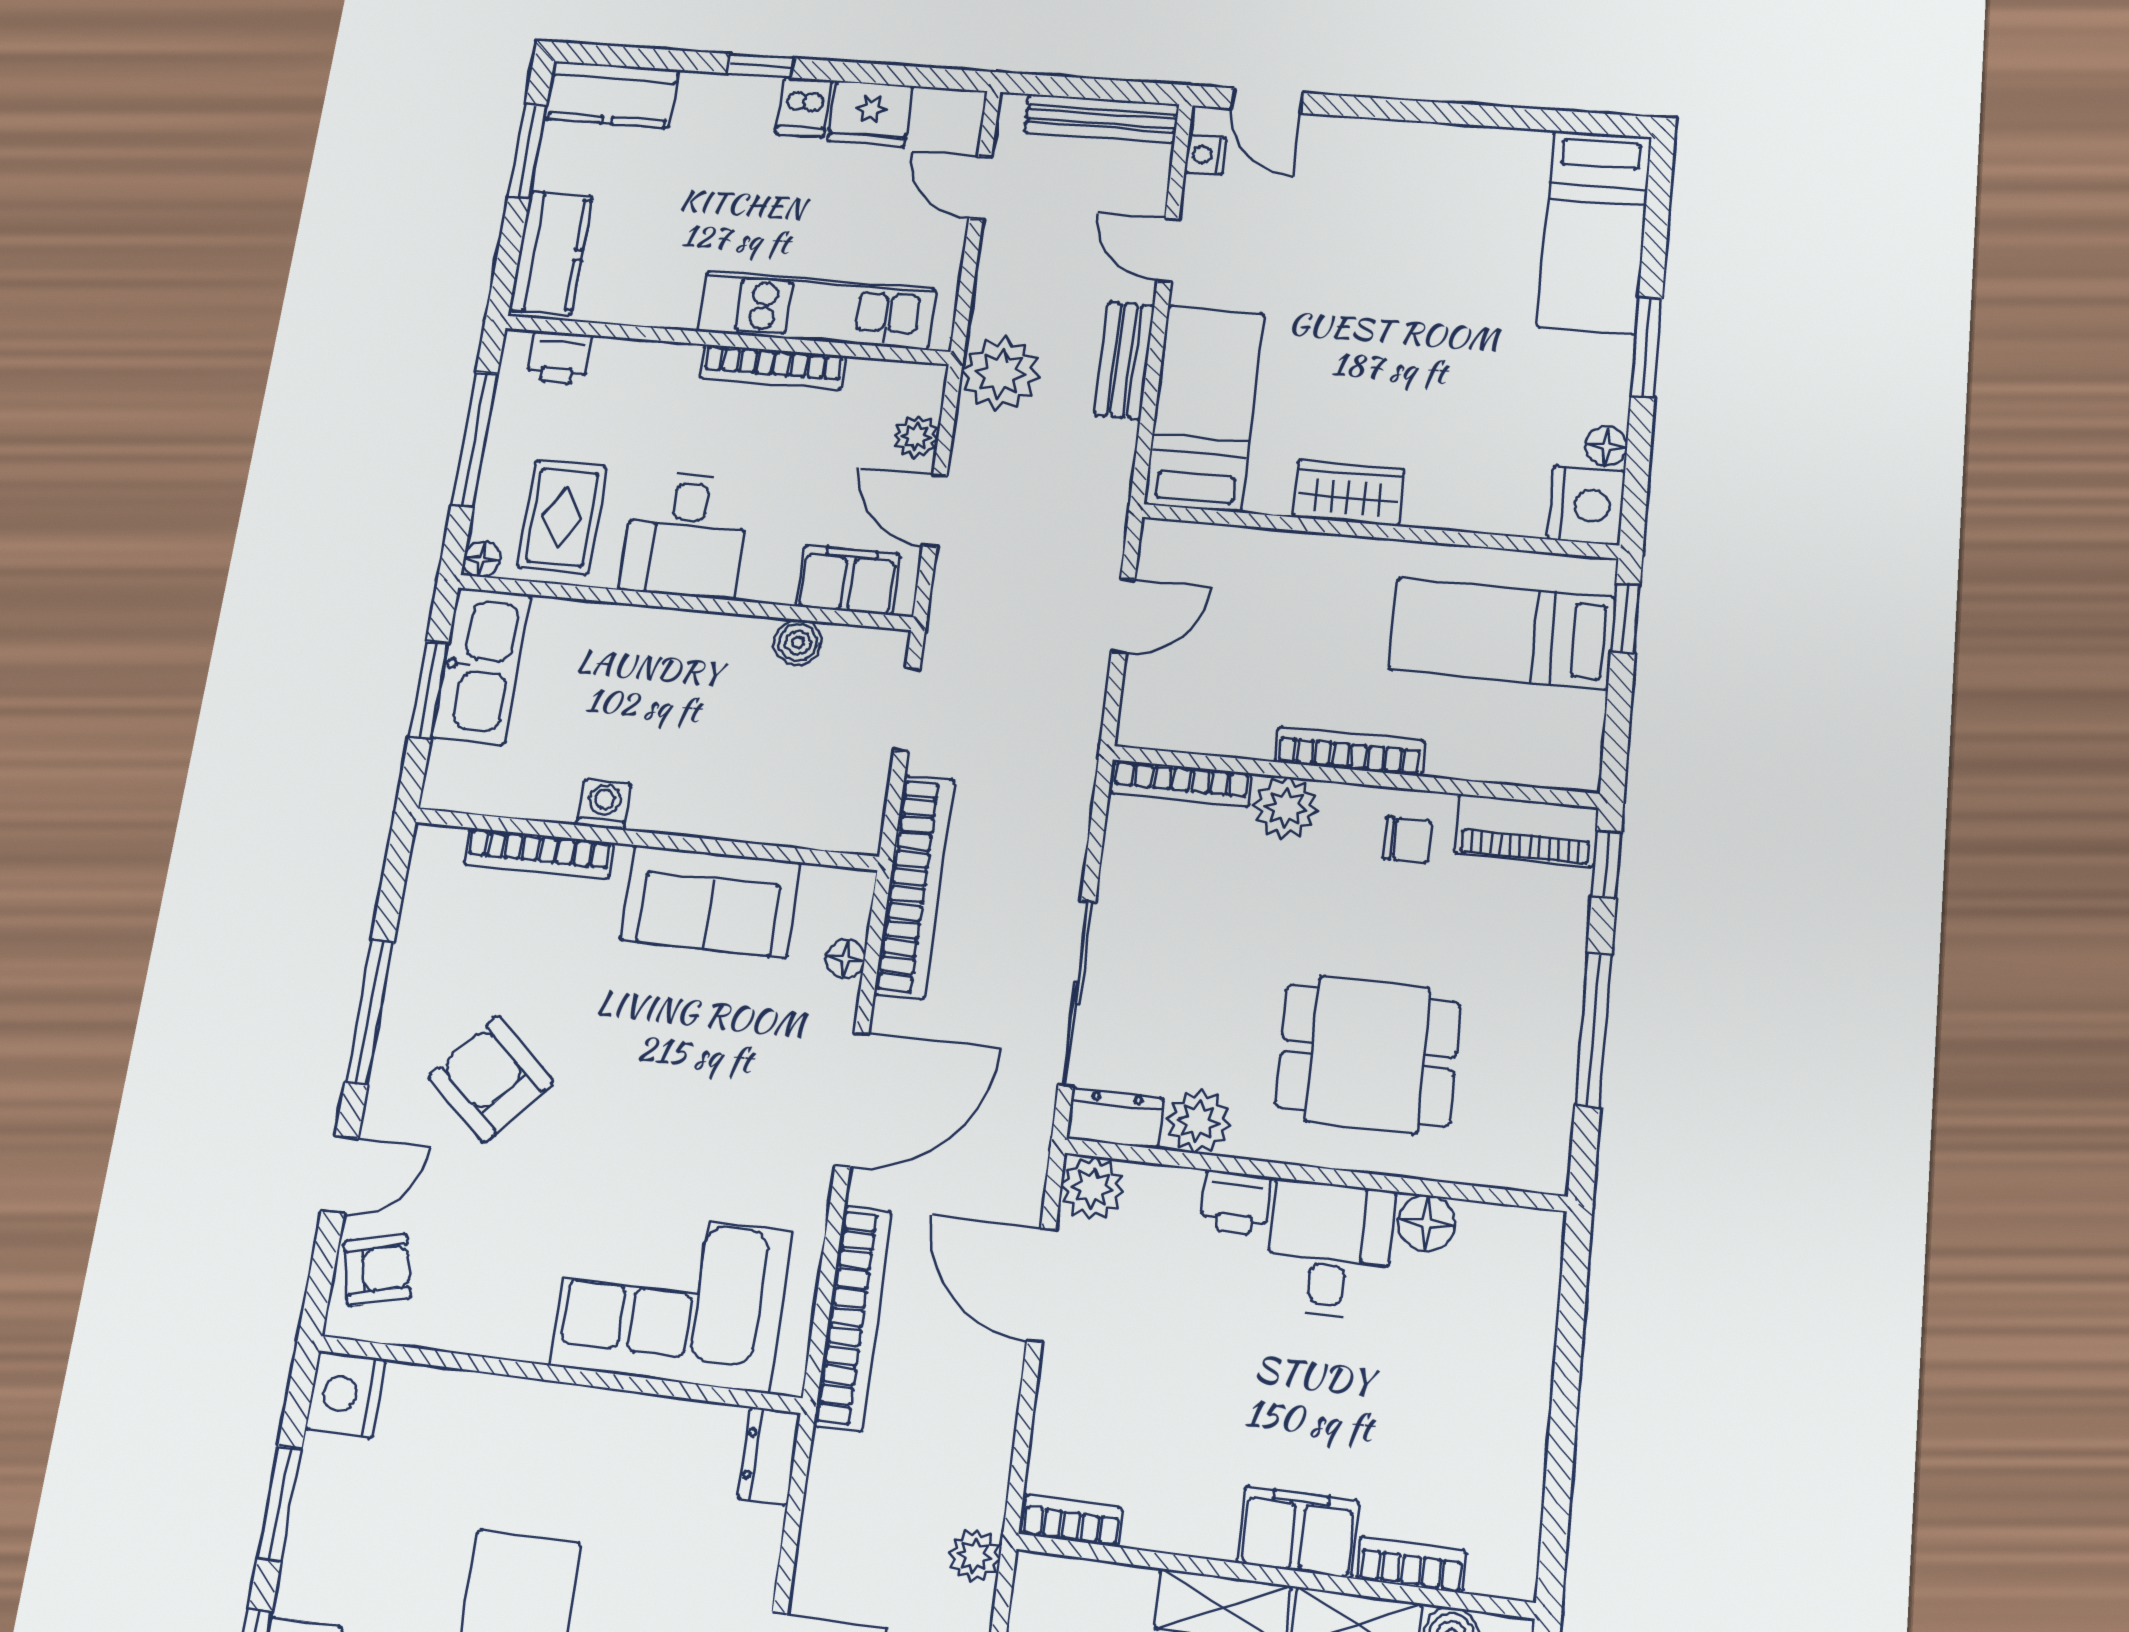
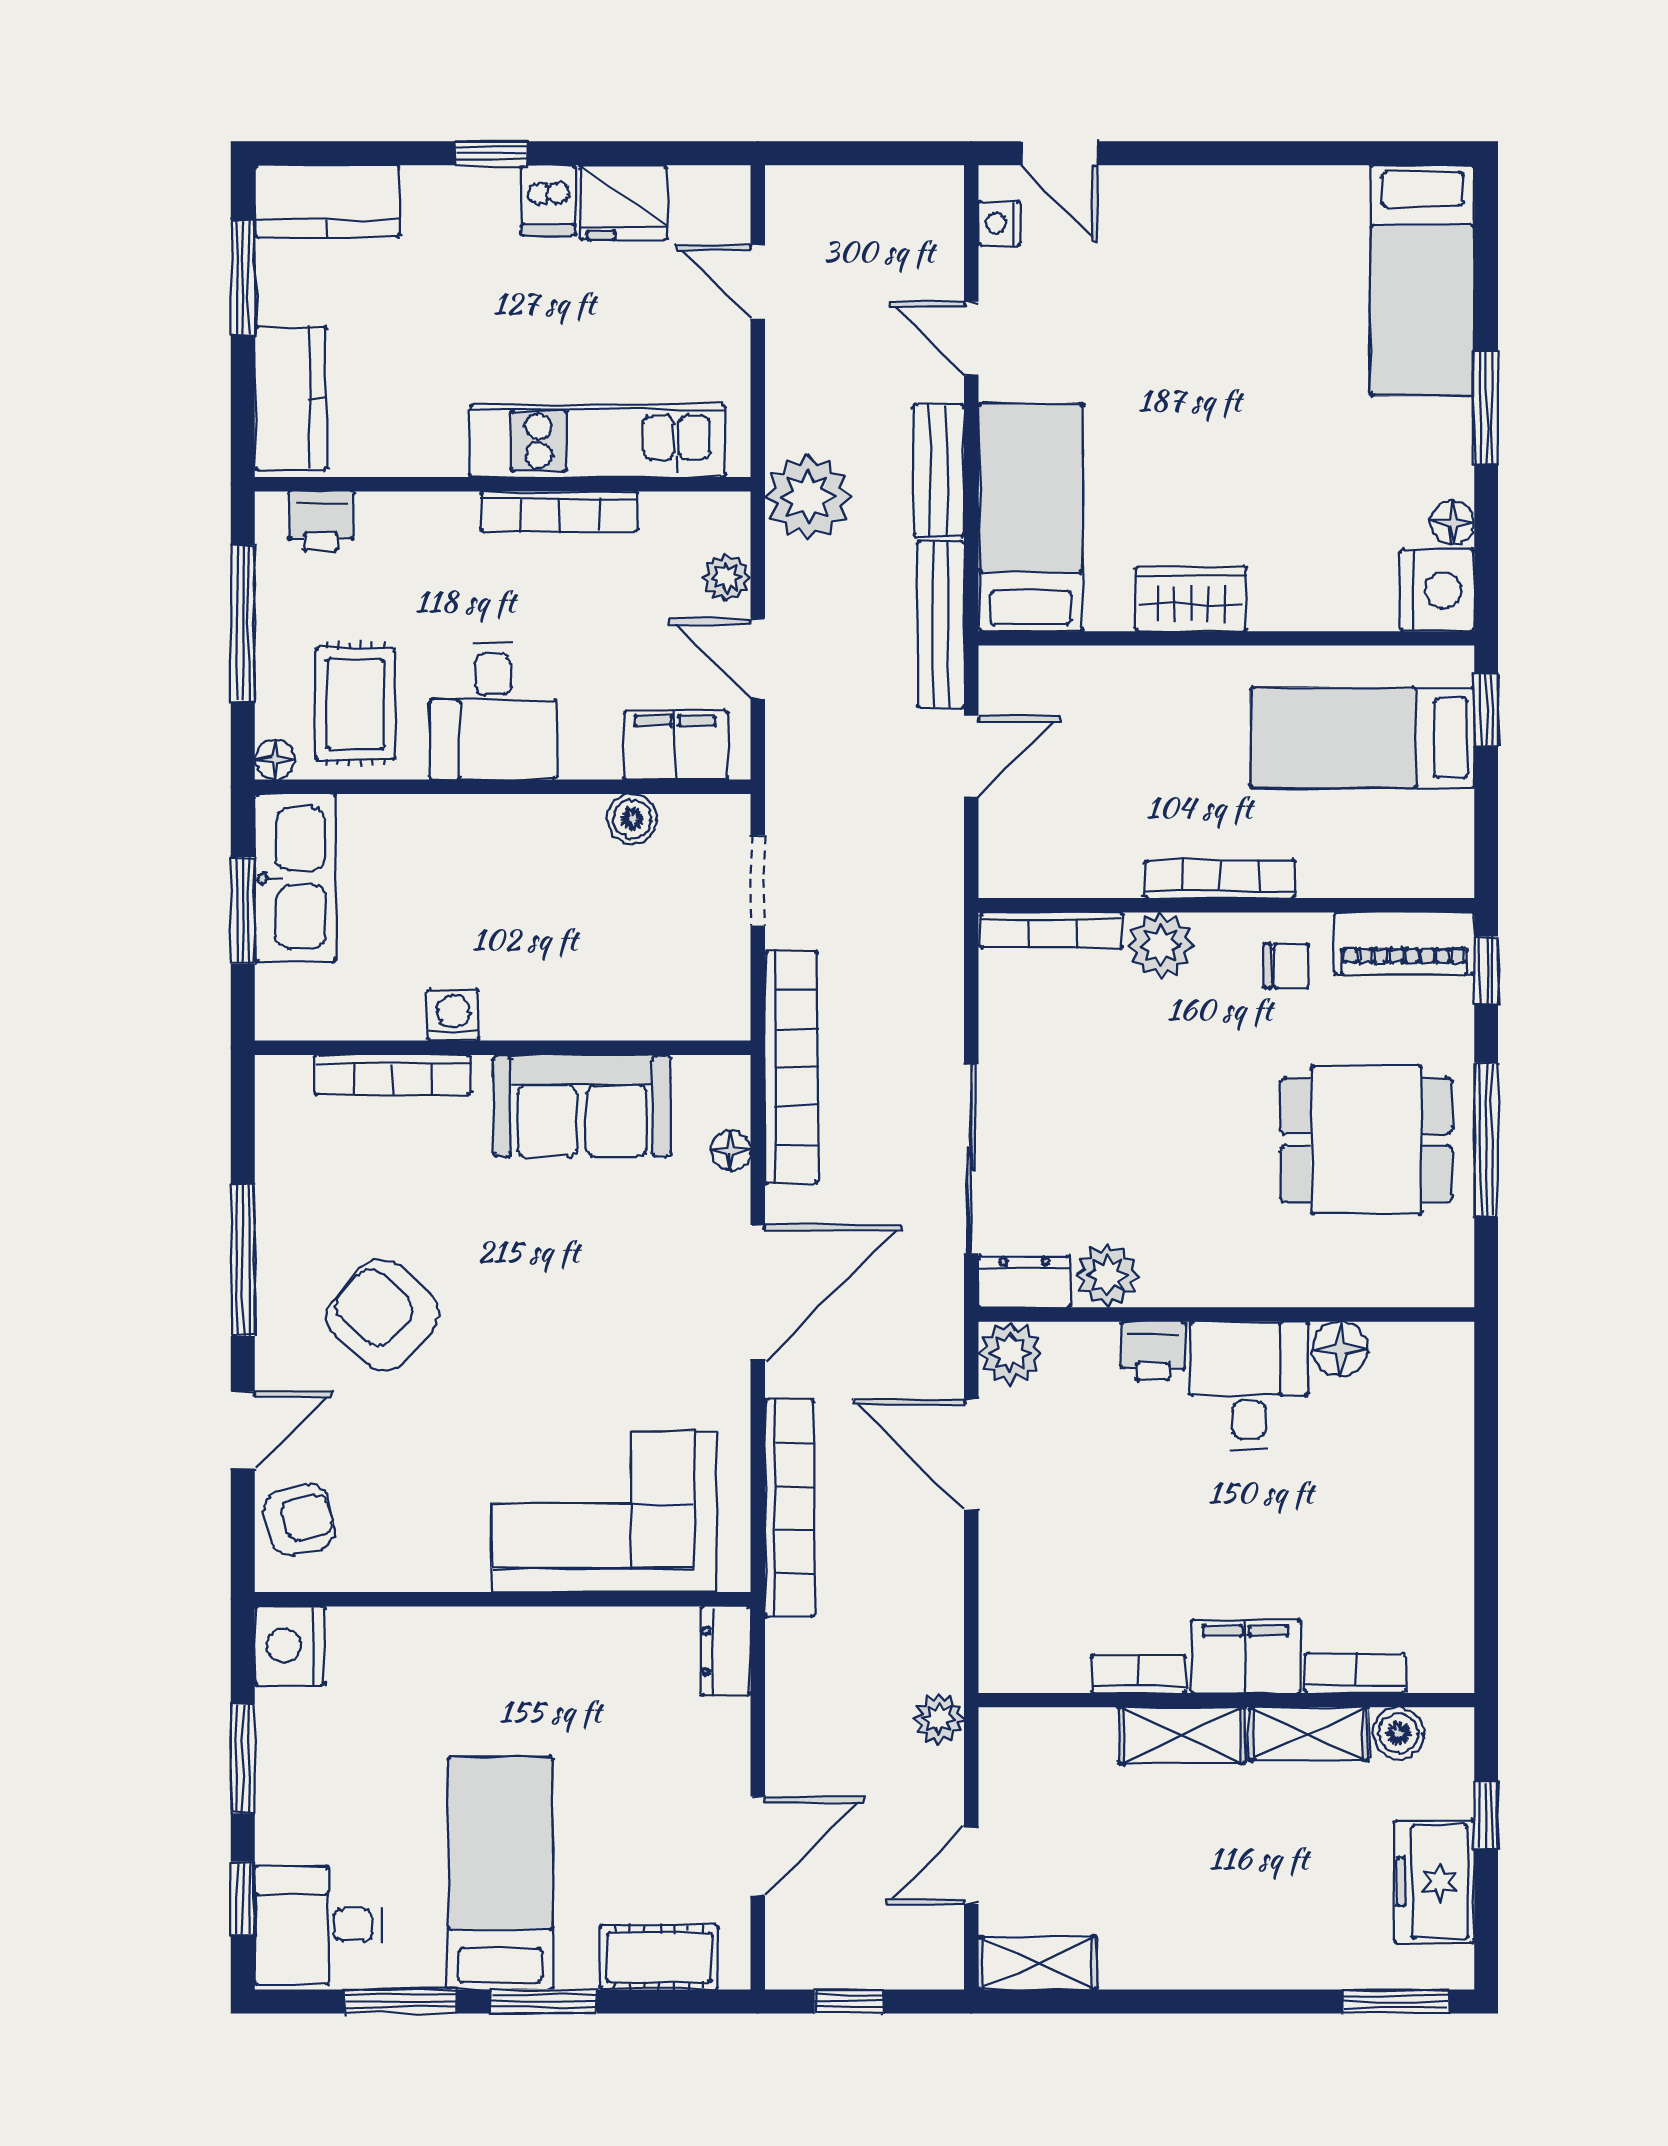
bench: (1101, 118) -> (941, 625), moved, turned 90
dining table: (1368, 1055) -> (1366, 1140), moved
bookcase: (1072, 1521) -> (1139, 1674), moved

